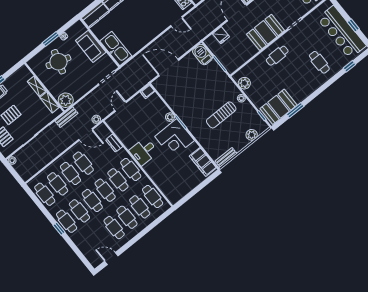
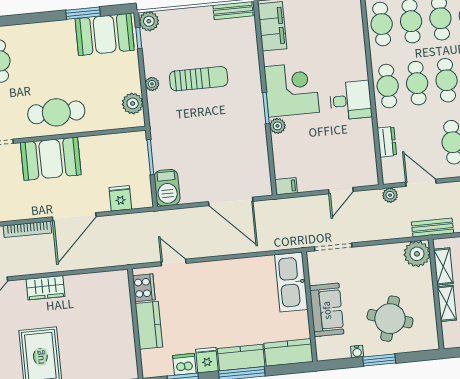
cafe table: (277, 56) -> (56, 112), width x1.37, depth x1.35
plant: (252, 135) -> (149, 21), moved

